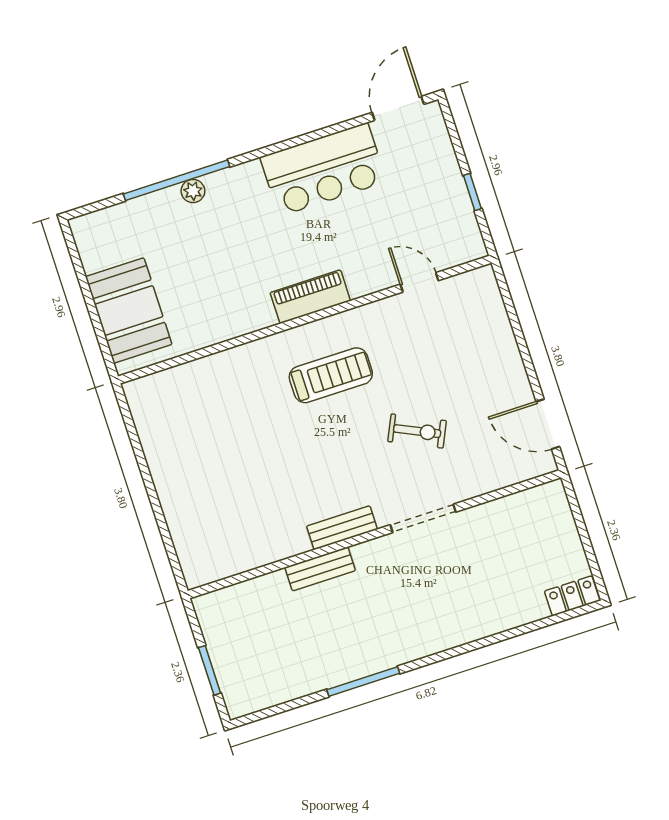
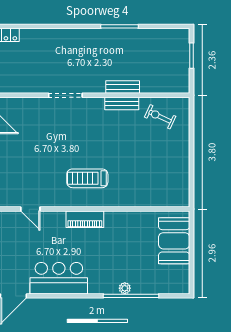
exercise bike: (417, 431) -> (160, 117), moved
bench: (342, 528) -> (122, 103), moved

